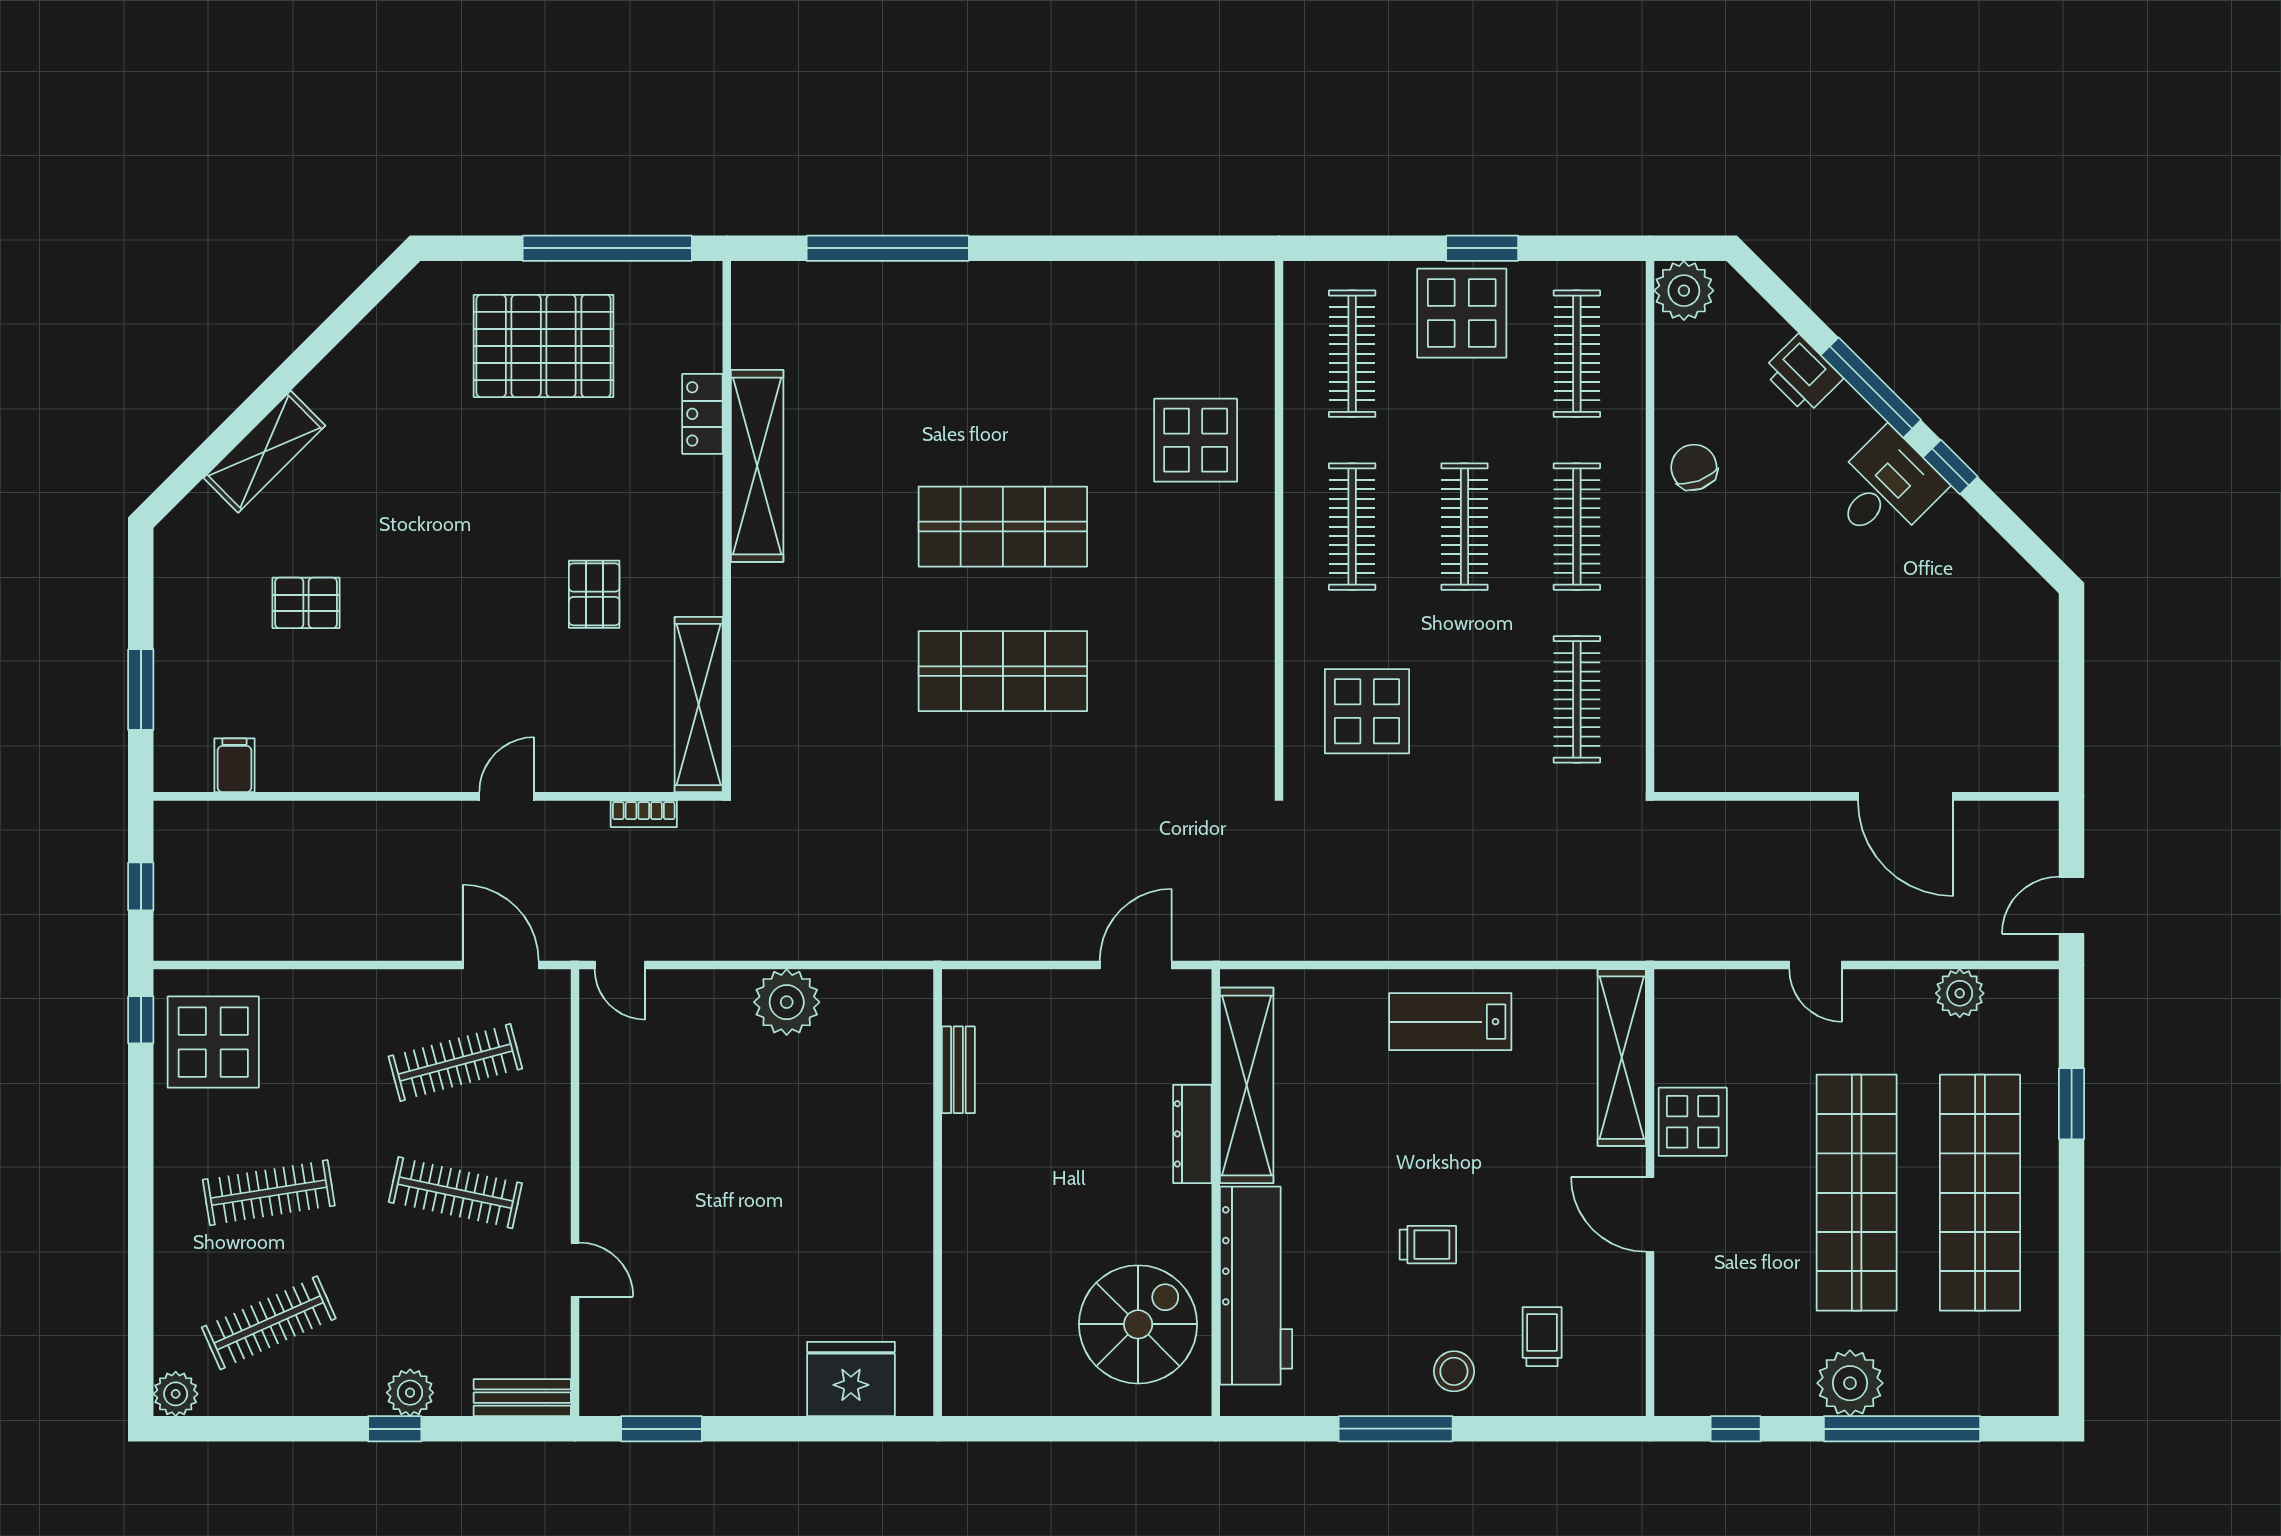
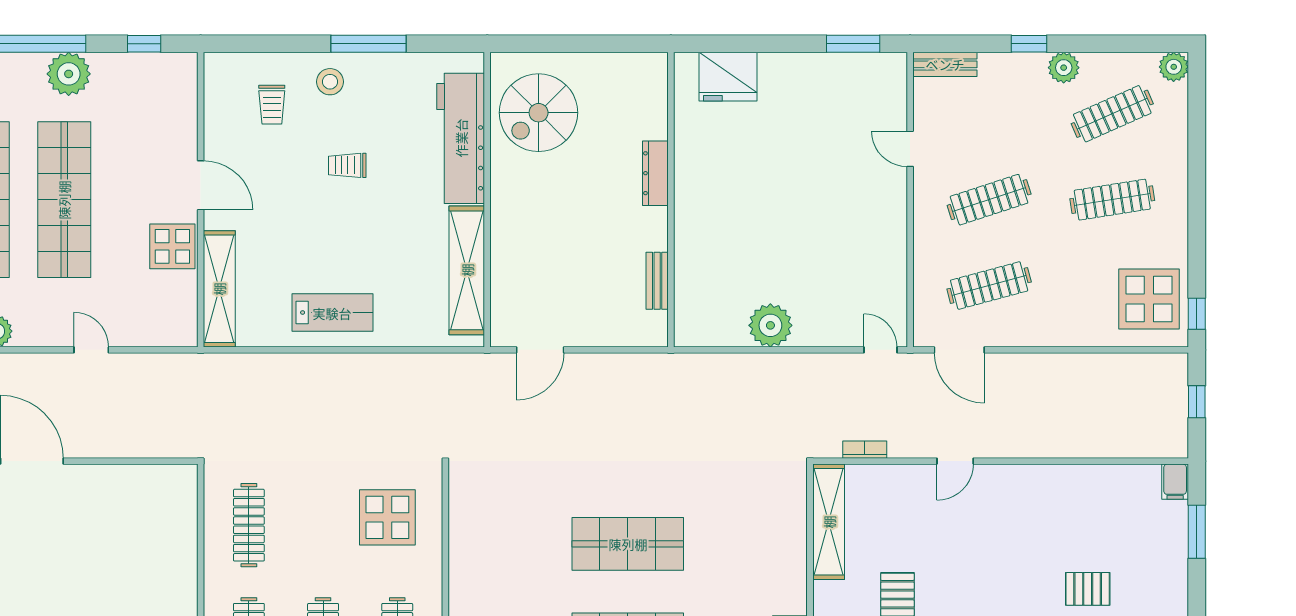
filing cabinet: (235, 765) -> (1175, 482), moved
dresser: (1192, 1134) -> (655, 173), moved, turned 180
clothes rail: (455, 1193) -> (989, 200), turned -30
plant: (410, 1393) -> (1064, 68), moved

